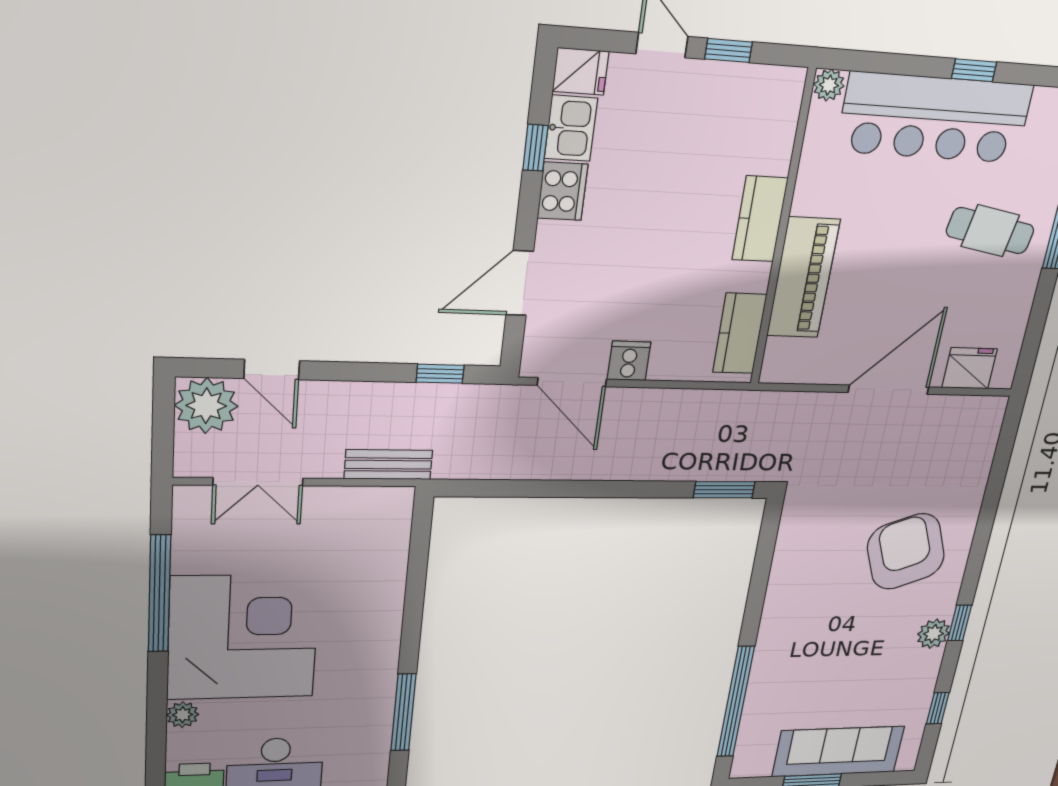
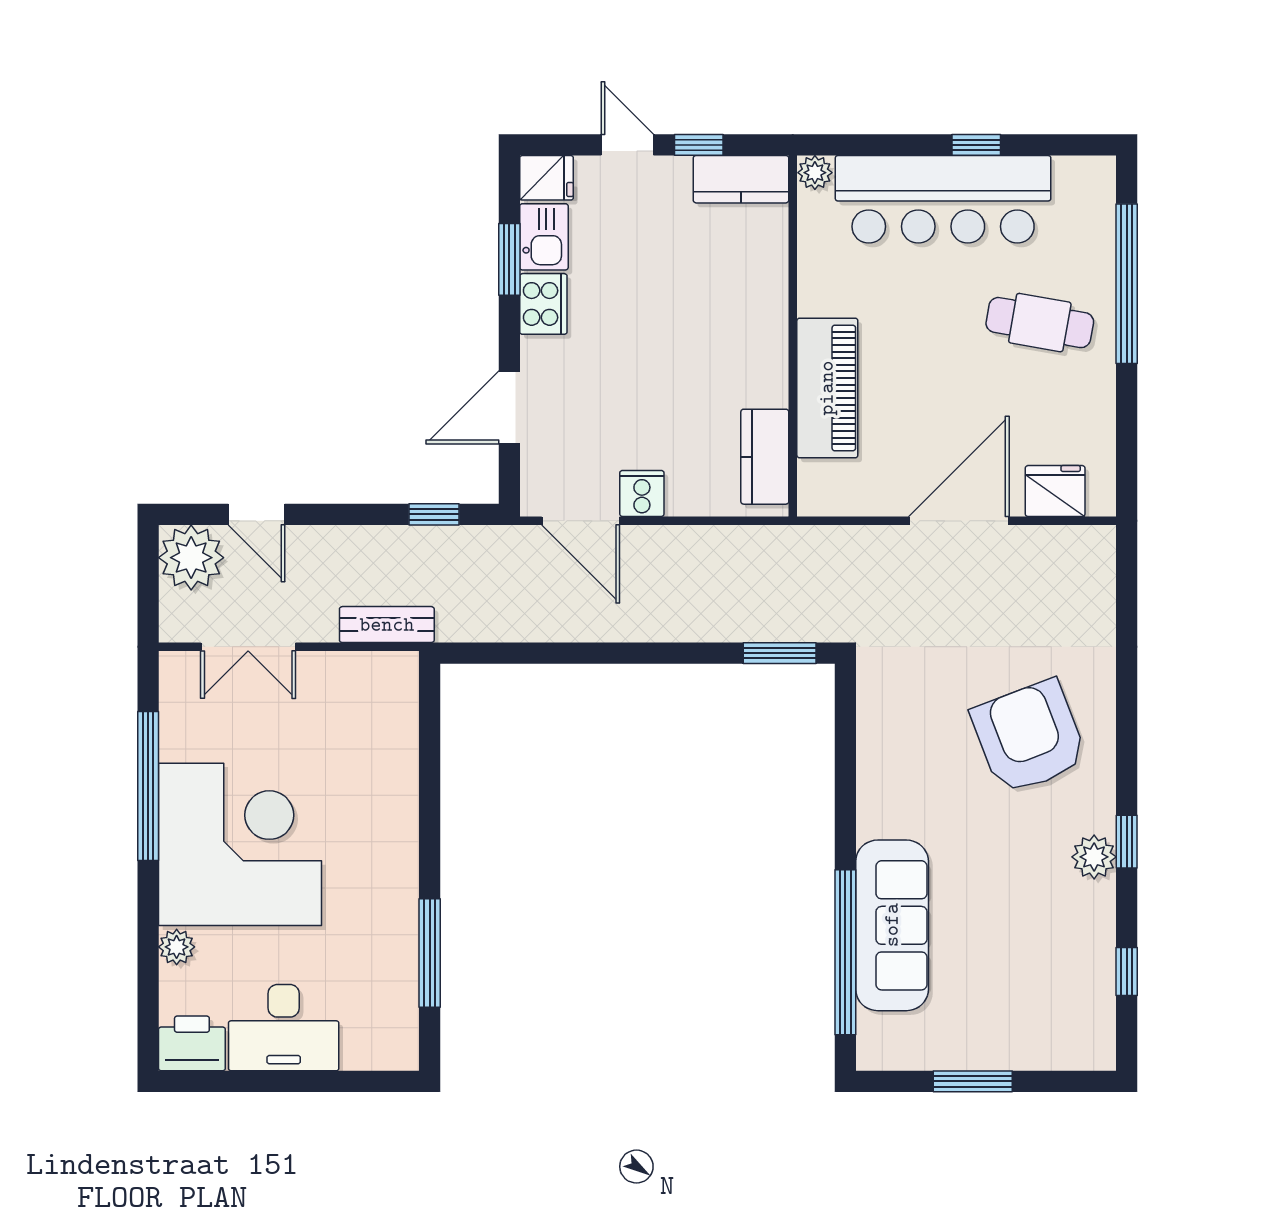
window: (535, 148) -> (509, 259), width x1.50
kitchen counter: (760, 219) -> (741, 179), moved, turned -90
sofa: (838, 751) -> (892, 925), moved, turned 90

